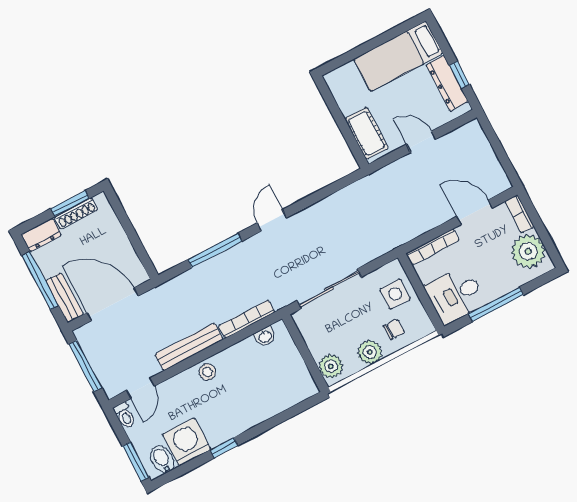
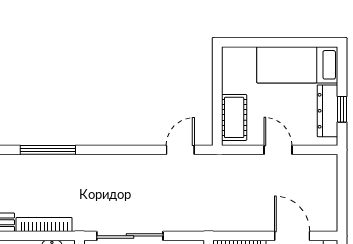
door: (272, 220) -> (180, 150), moved

